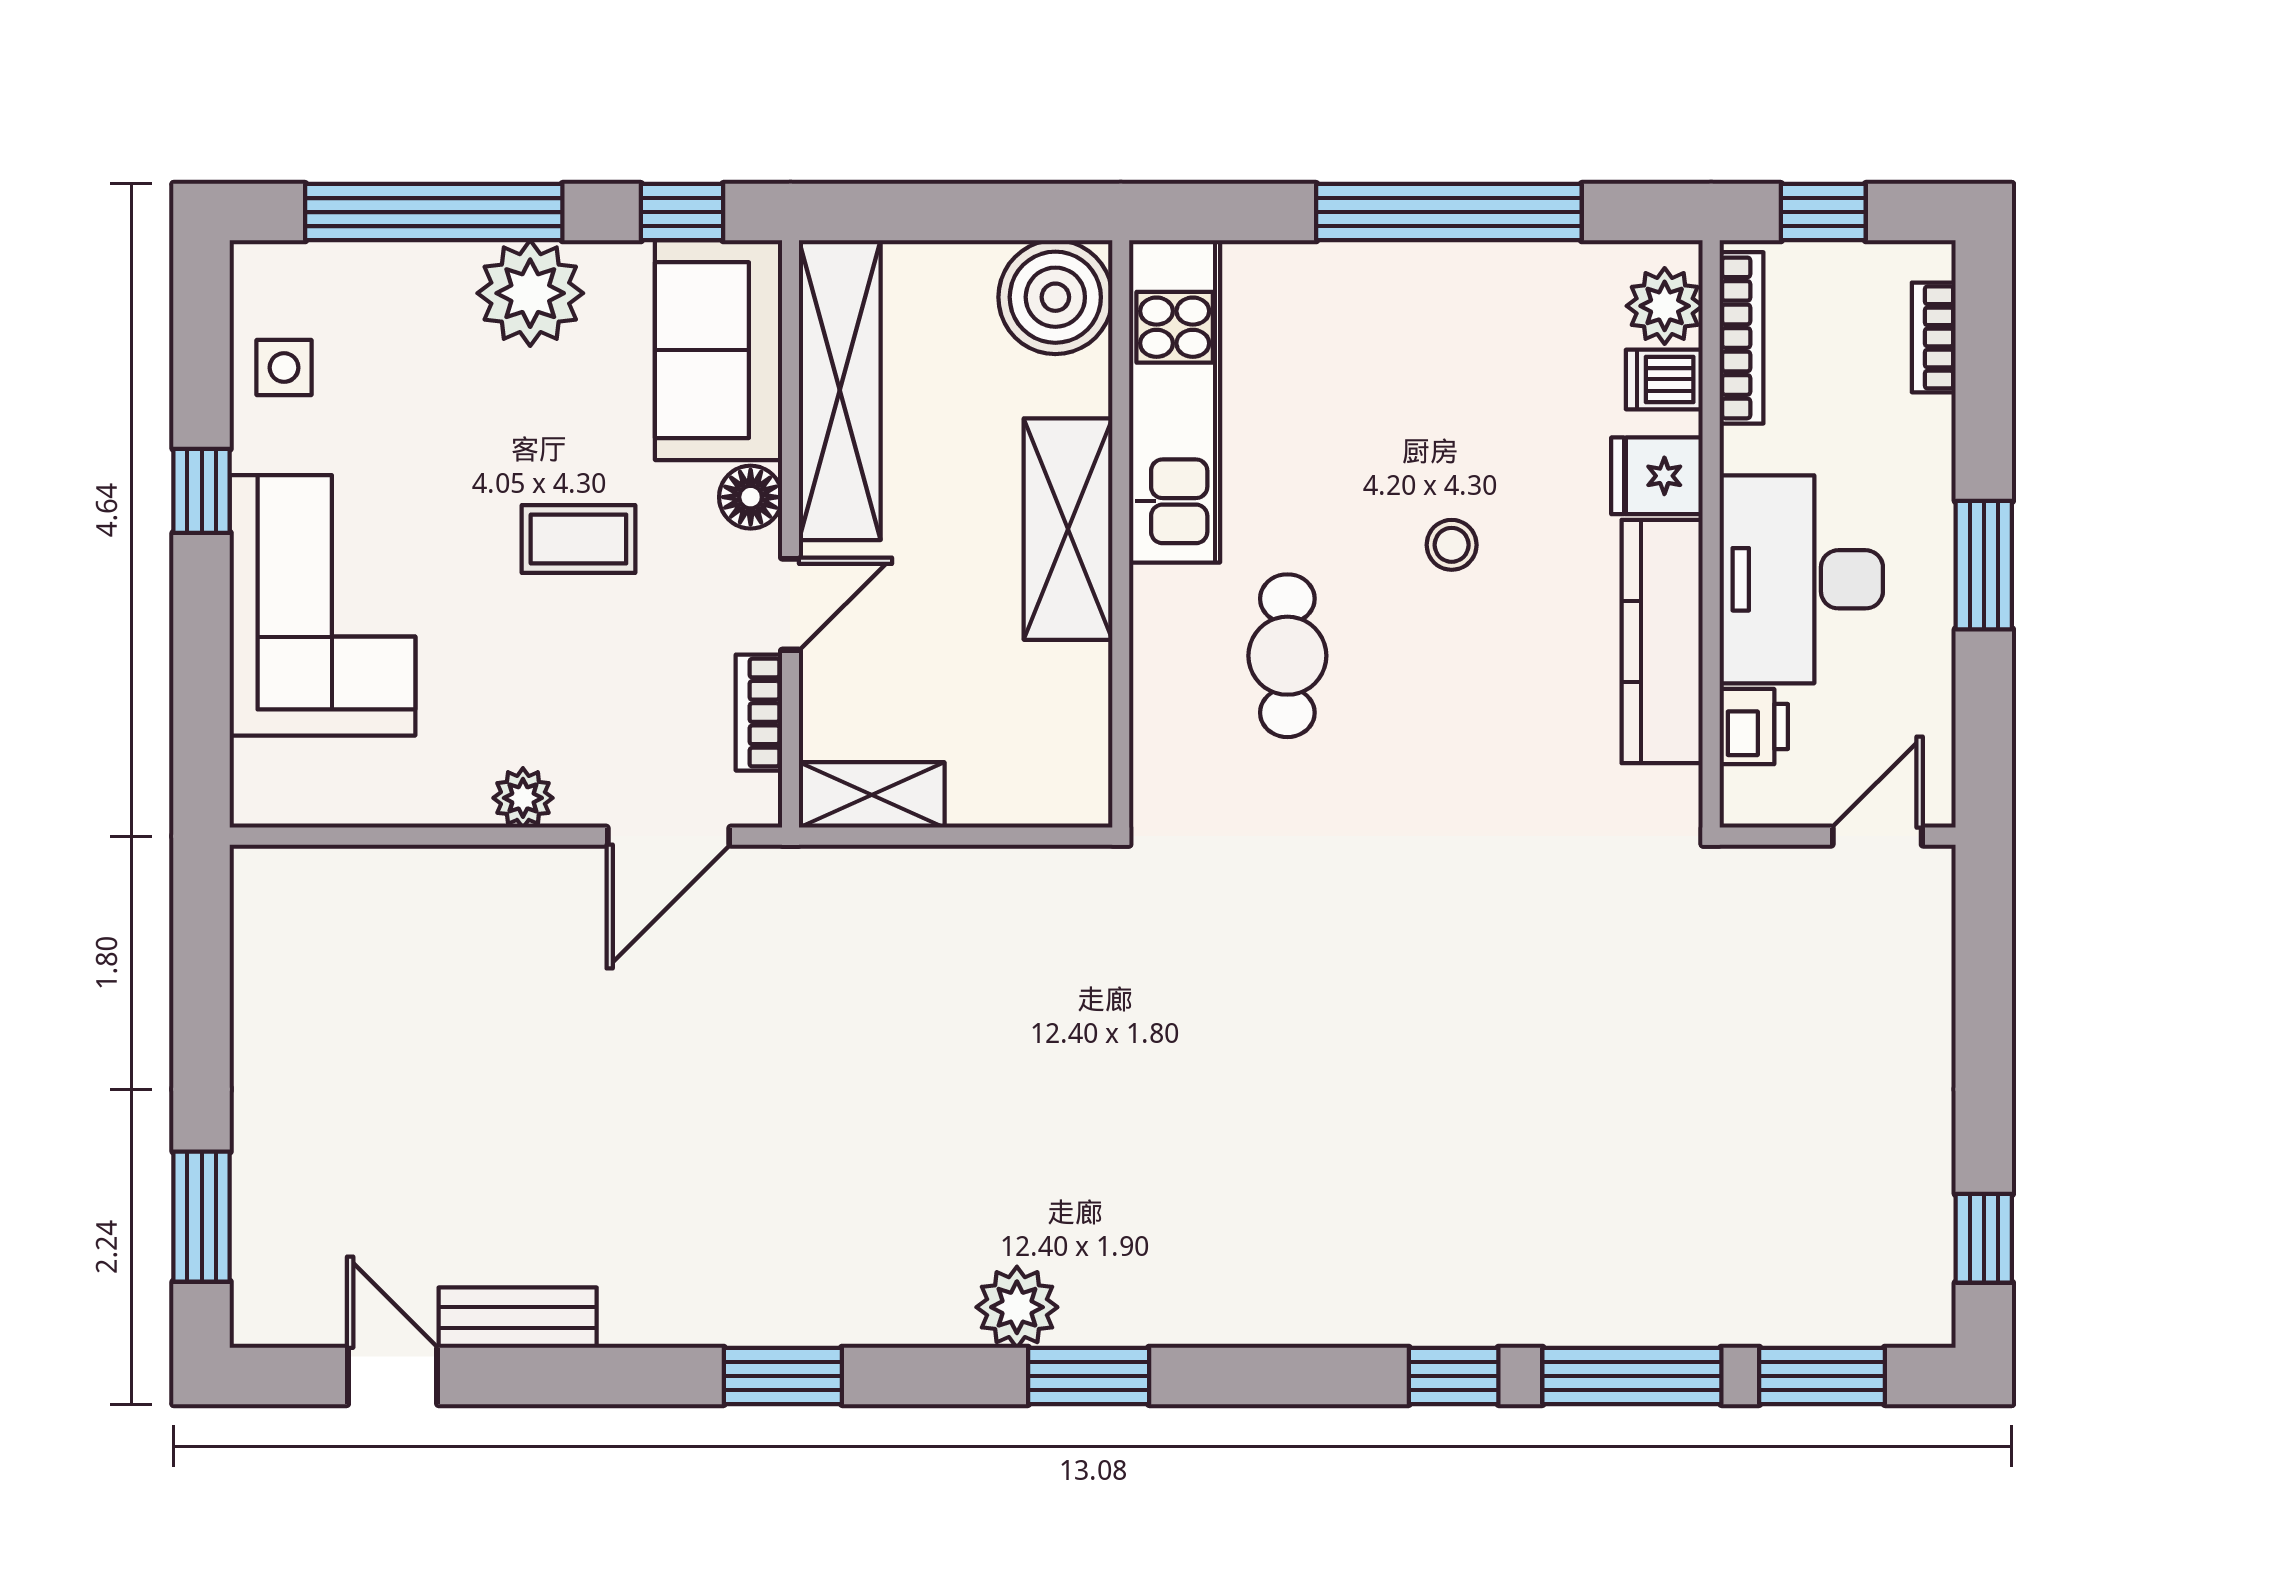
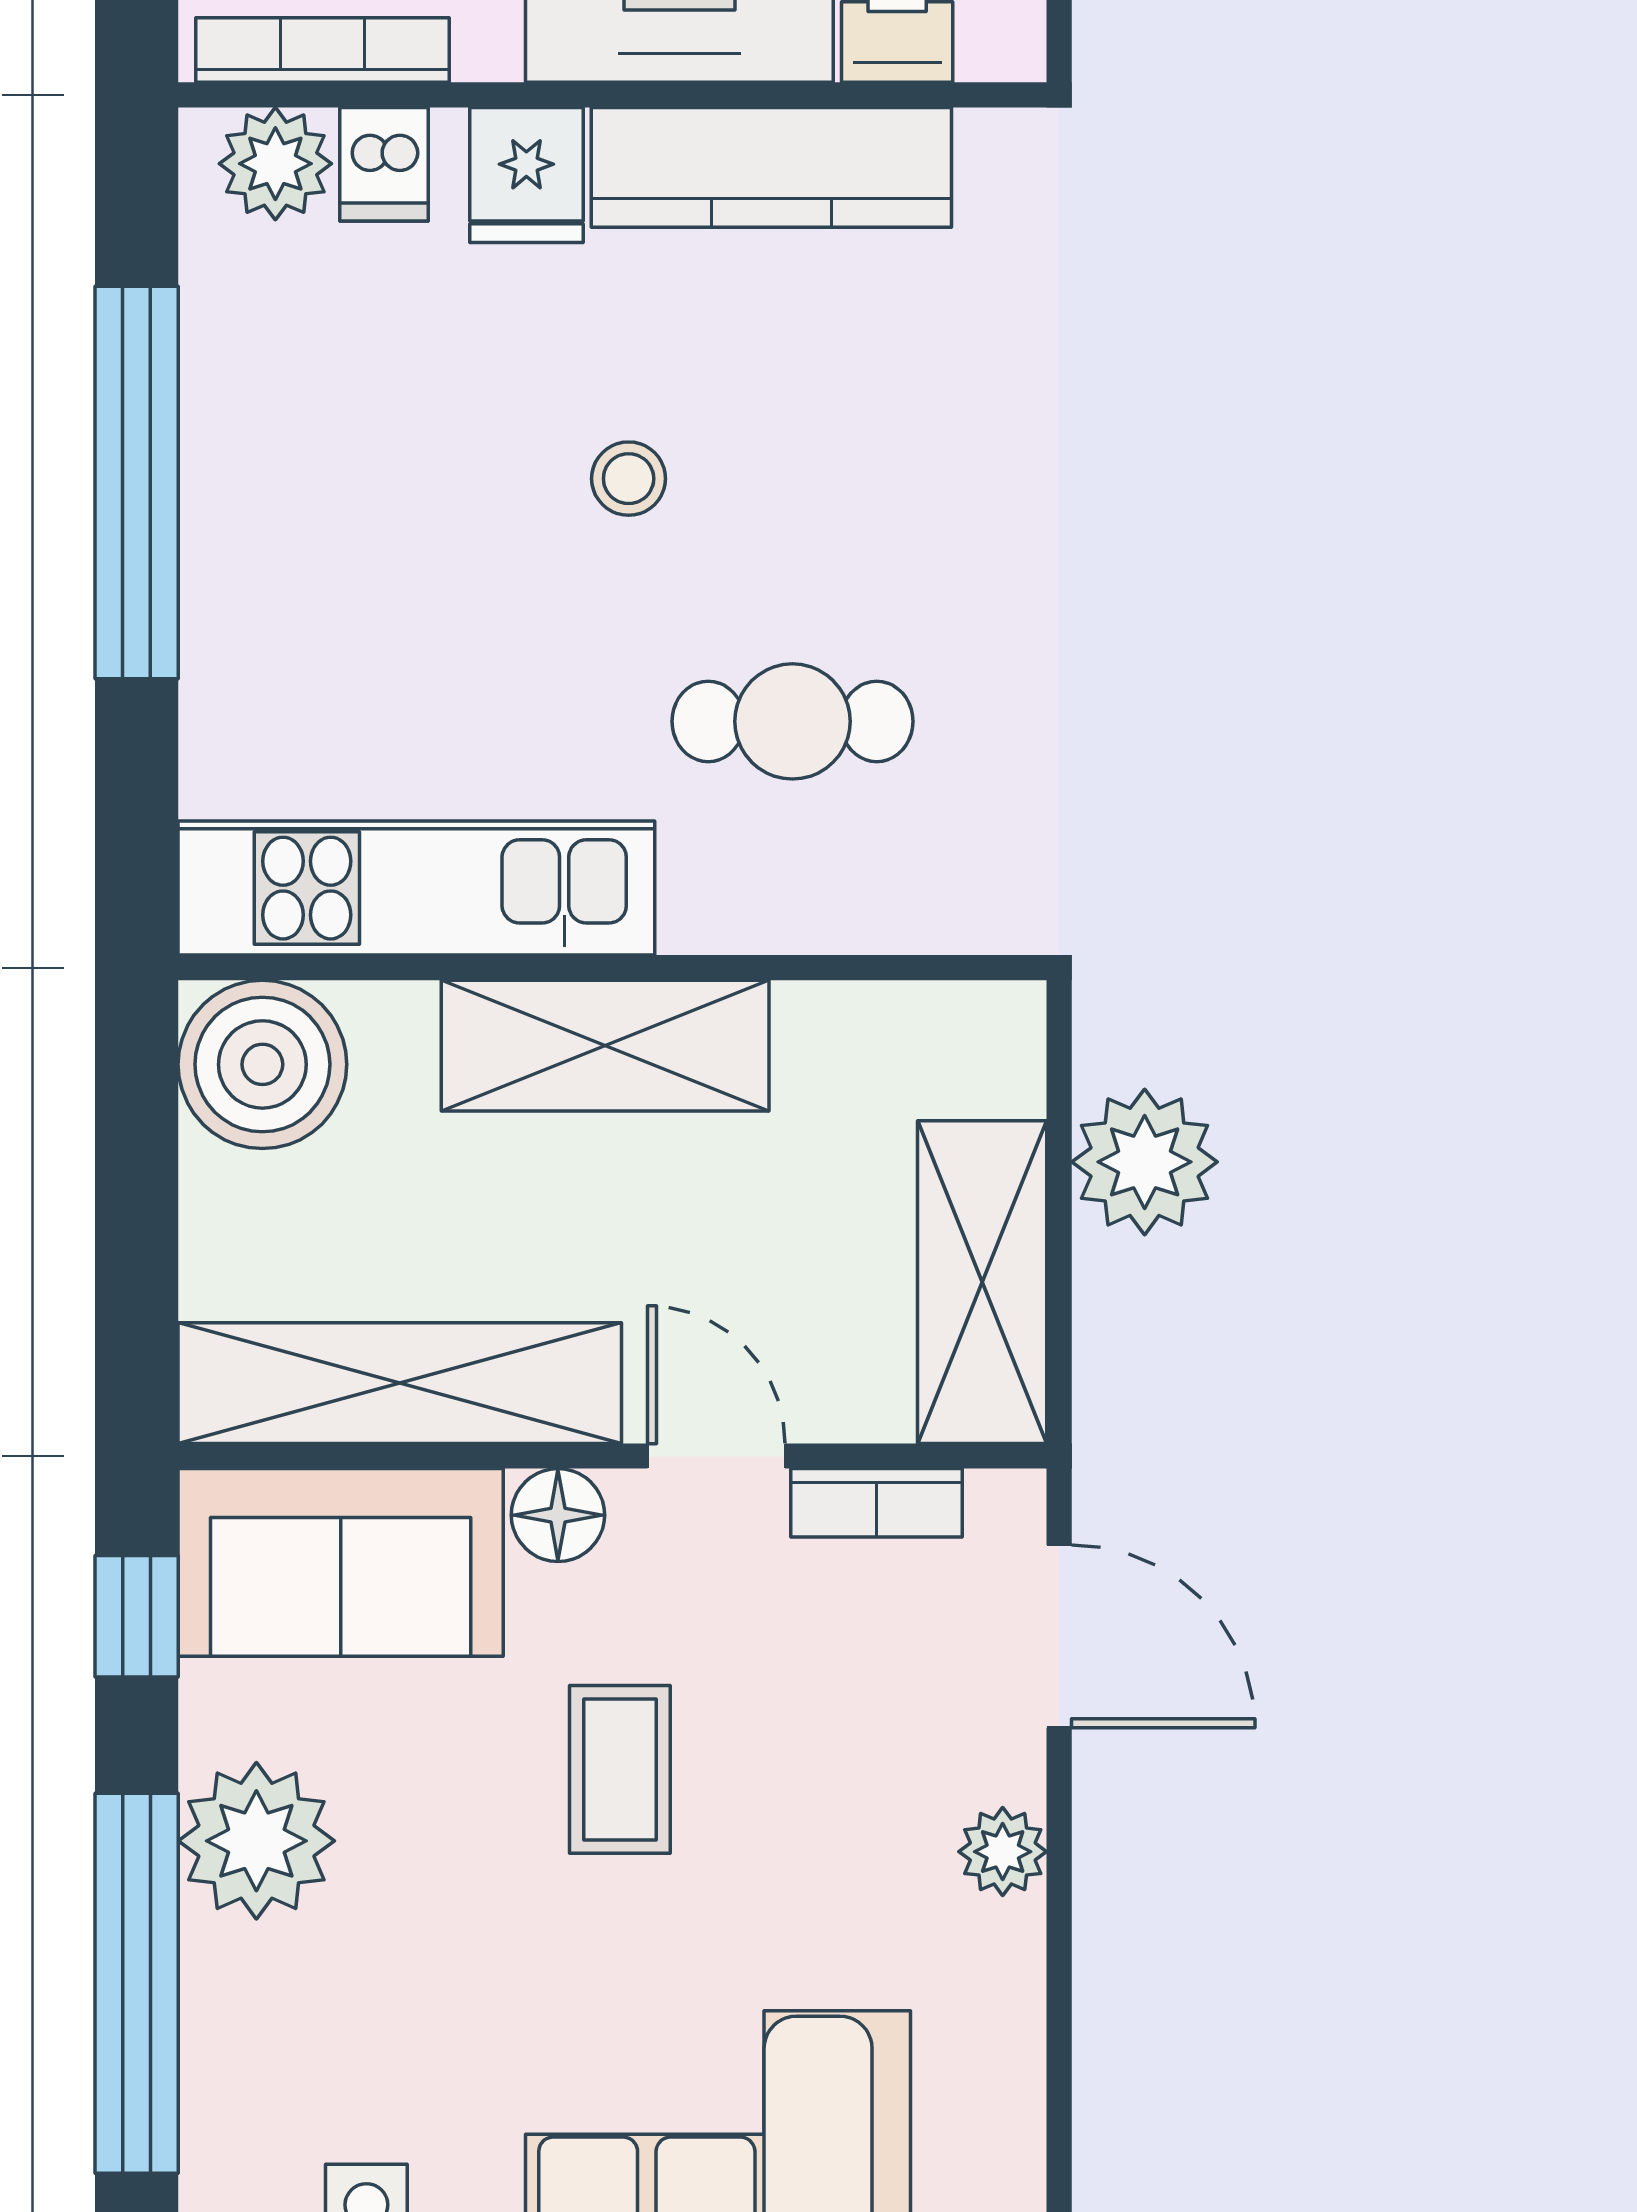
shelving: (872, 795) -> (982, 1282), width x1.50, depth x1.33
plant: (989, 894) -> (1145, 1162), added

